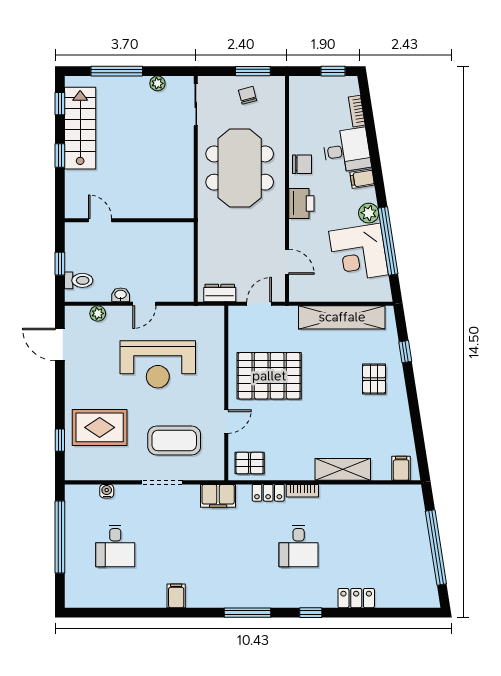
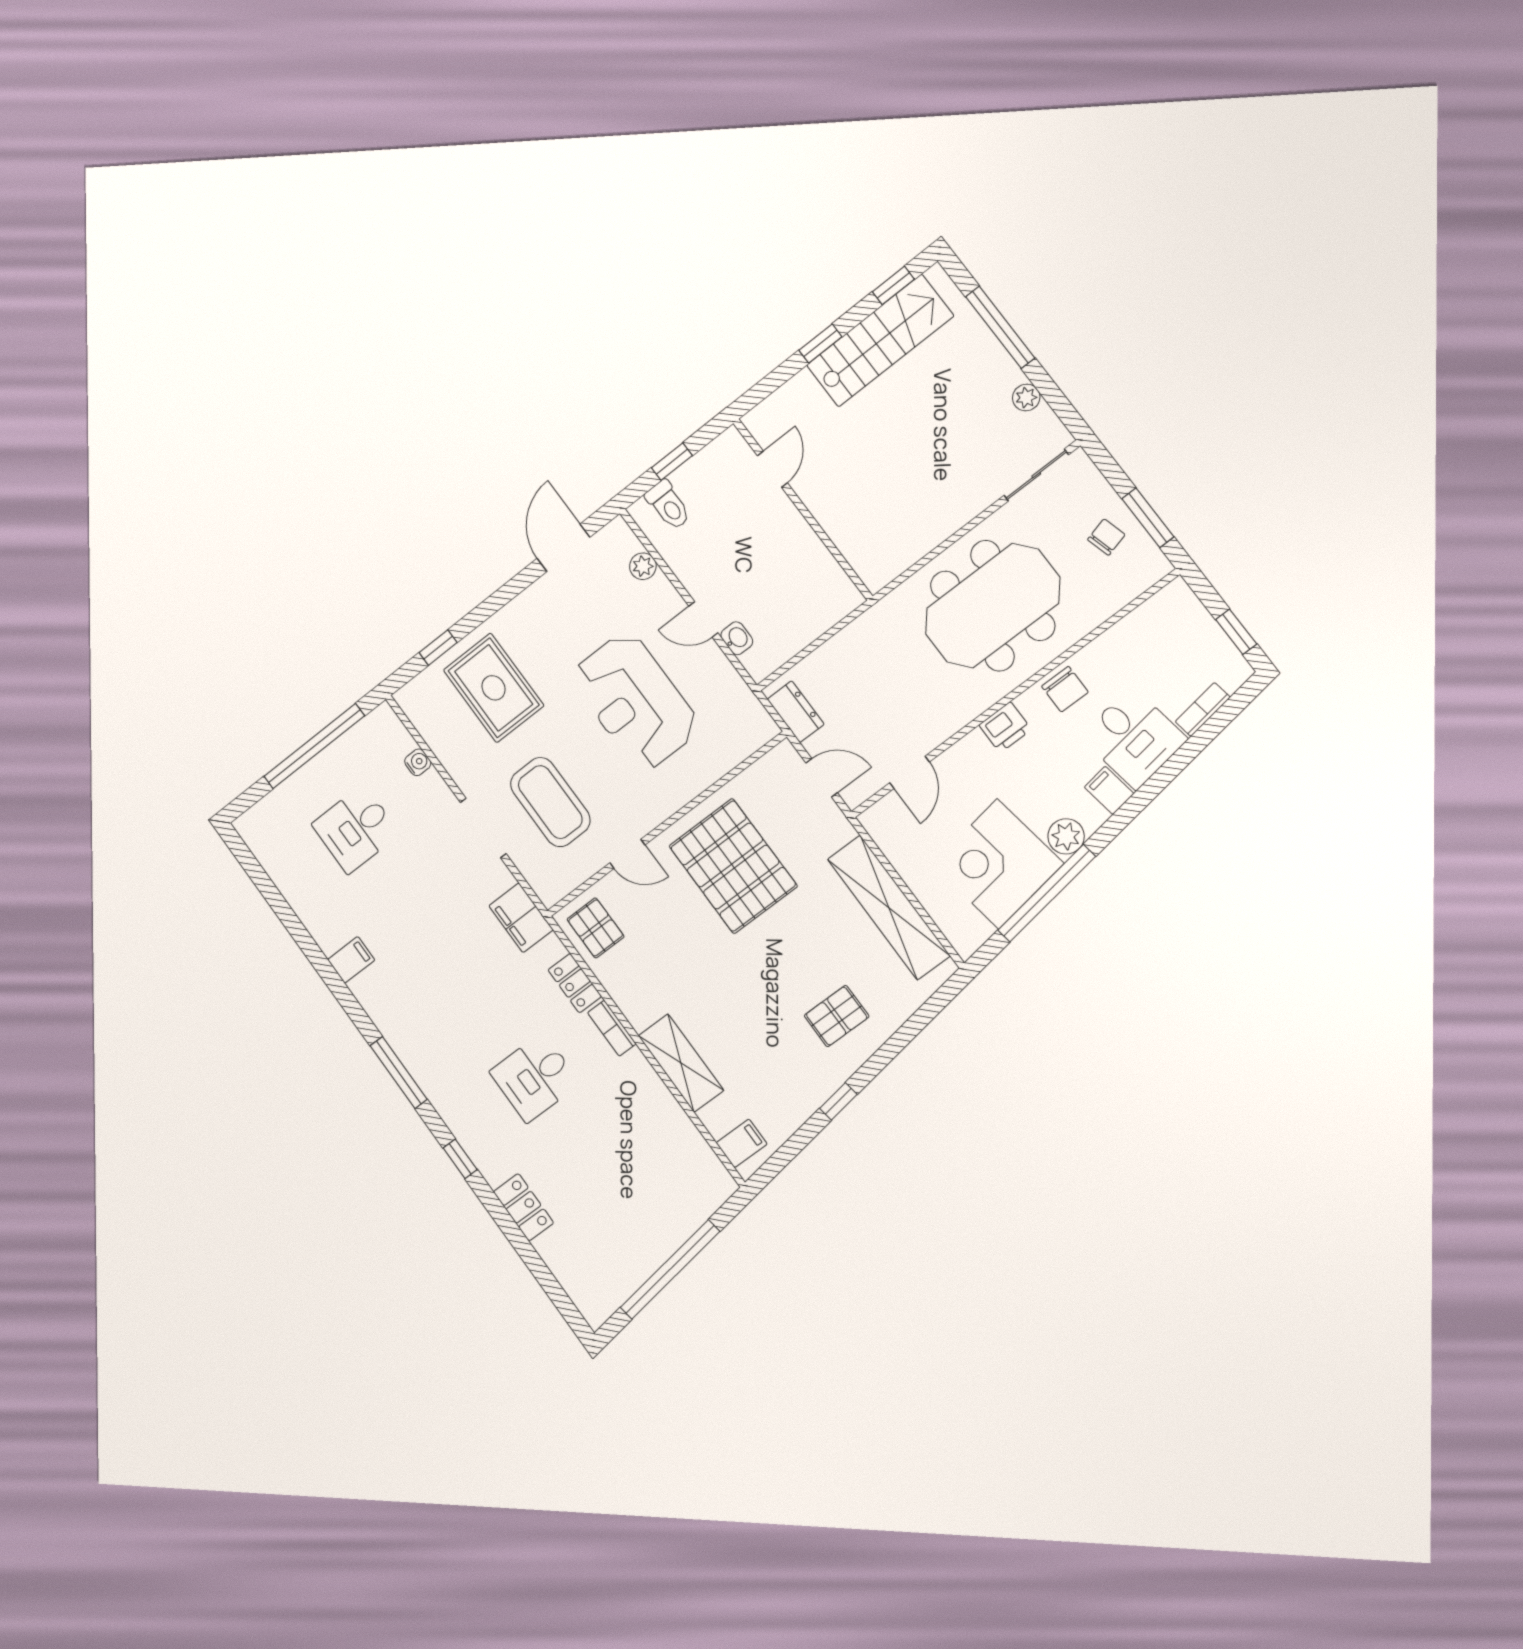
printer: (301, 203) -> (1005, 727), width x0.73, depth x0.81
washbasin: (121, 295) -> (737, 638), moved
window: (405, 352) -> (838, 1101), moved

